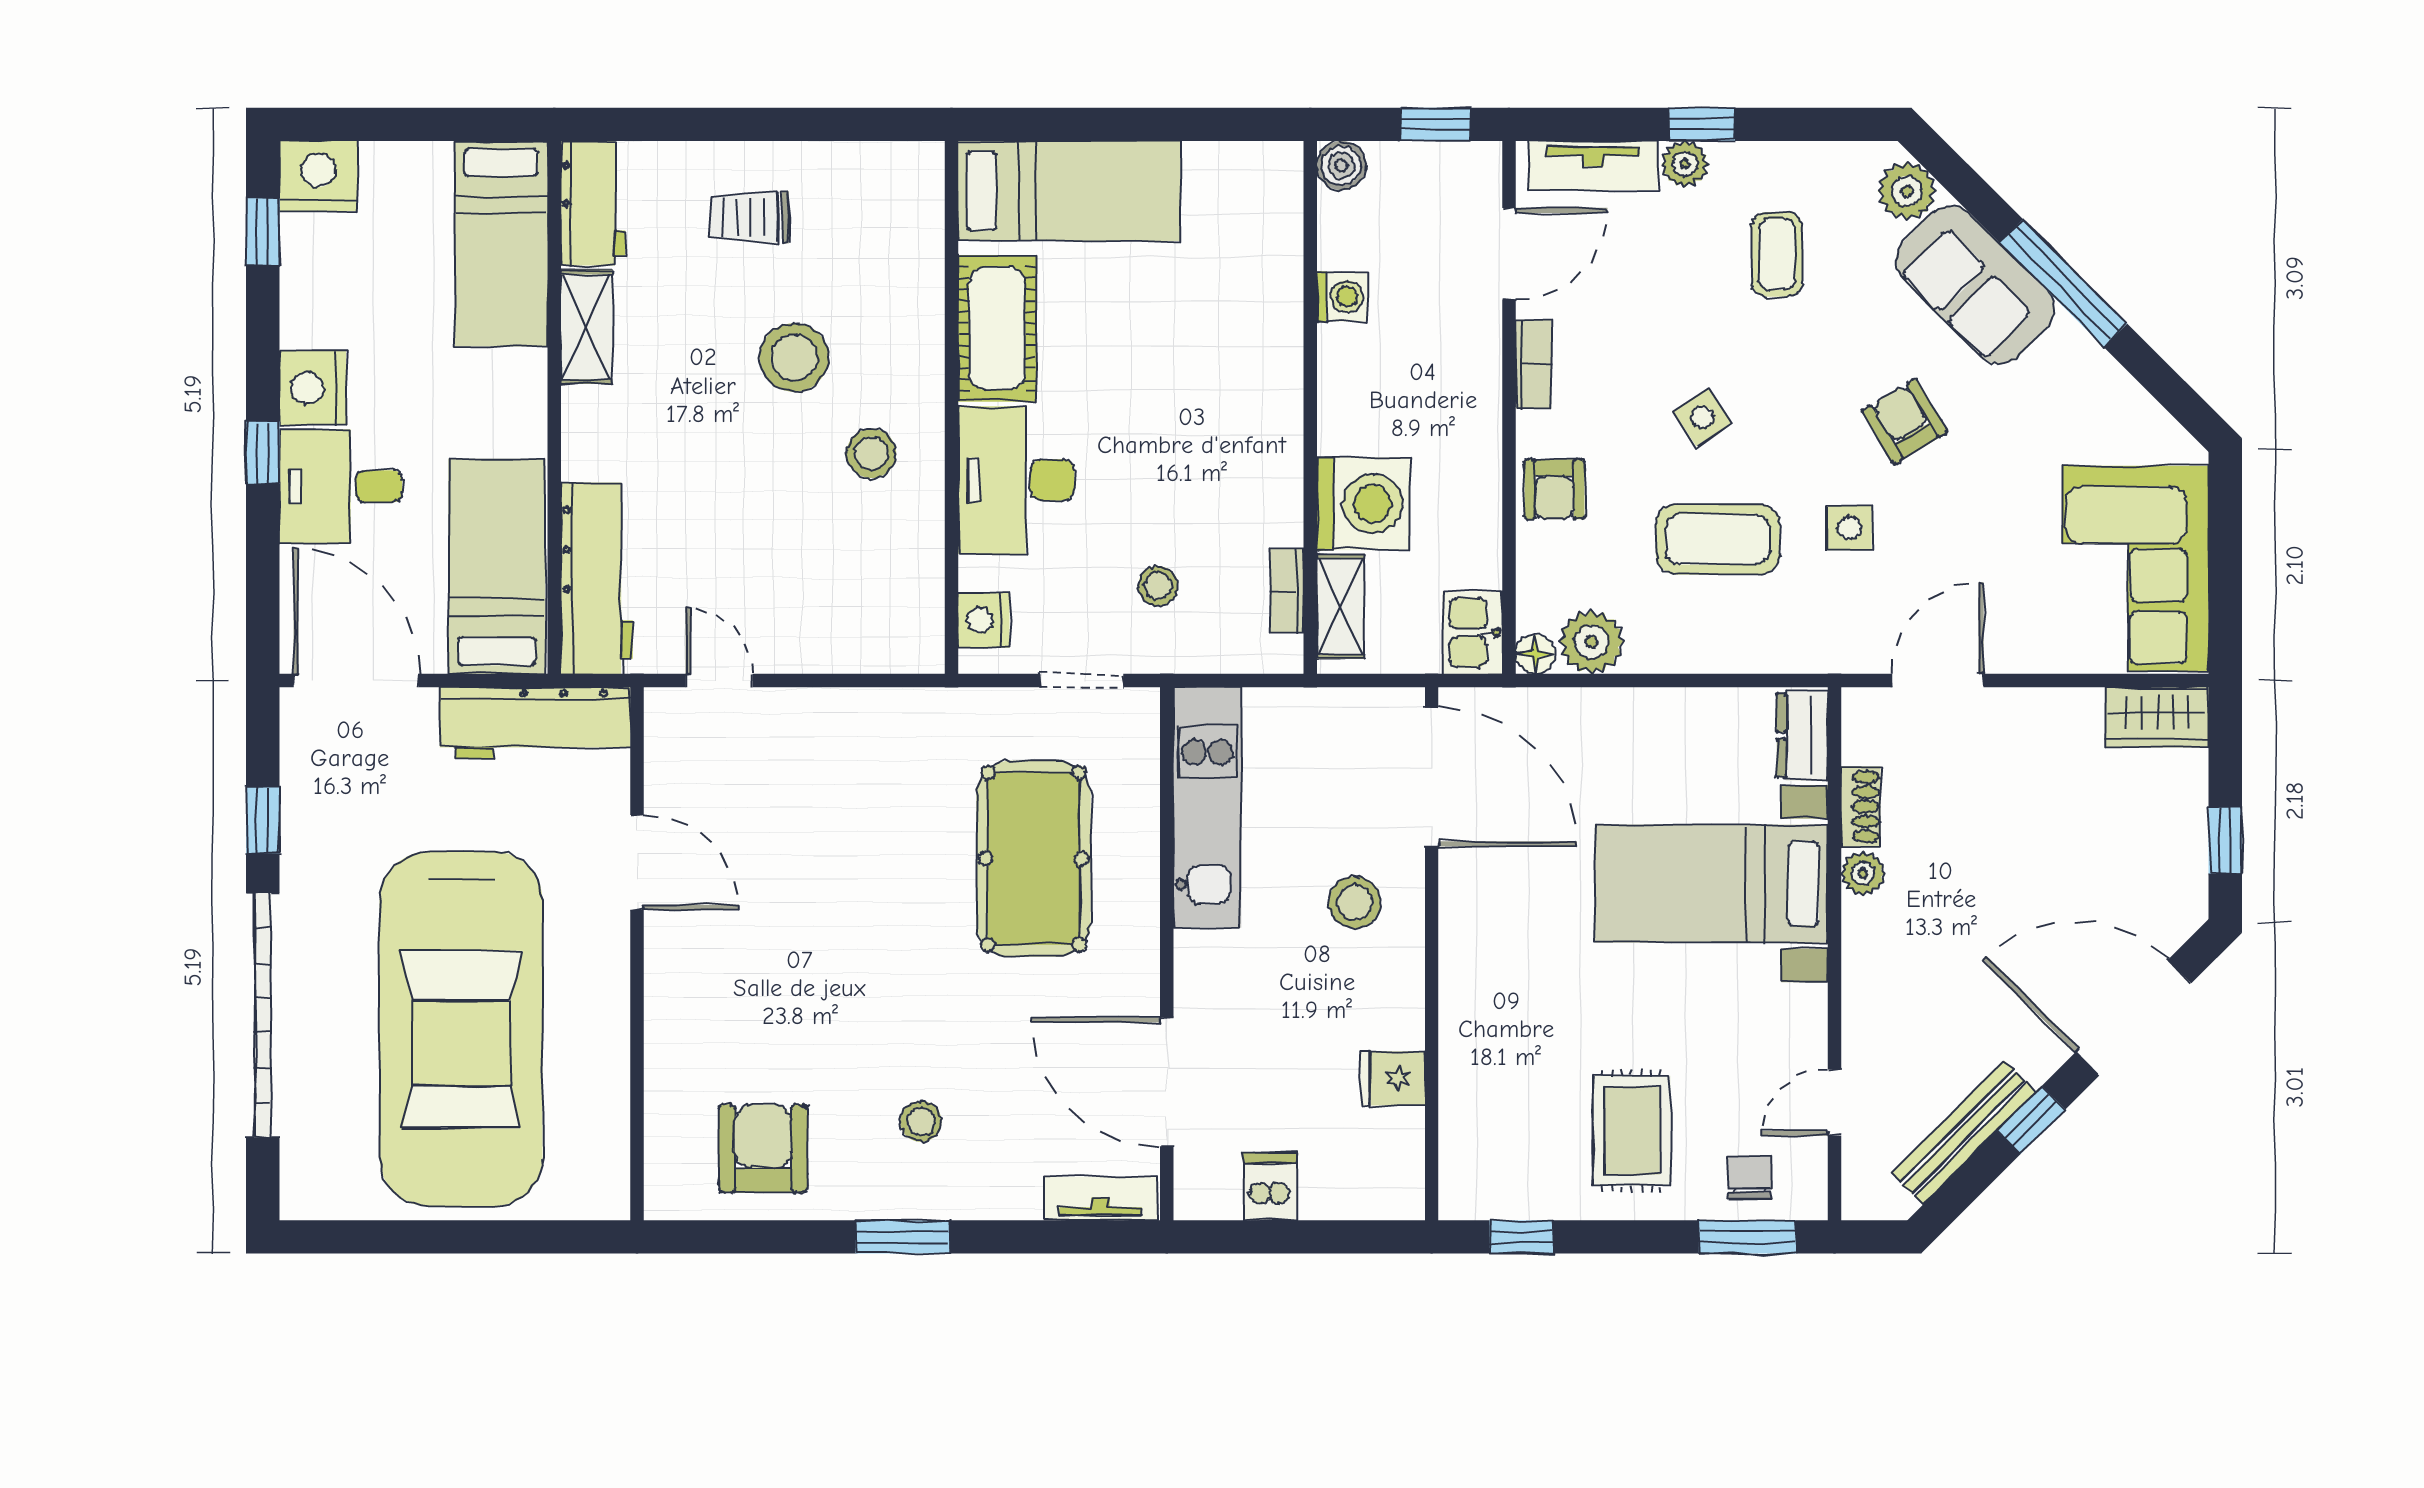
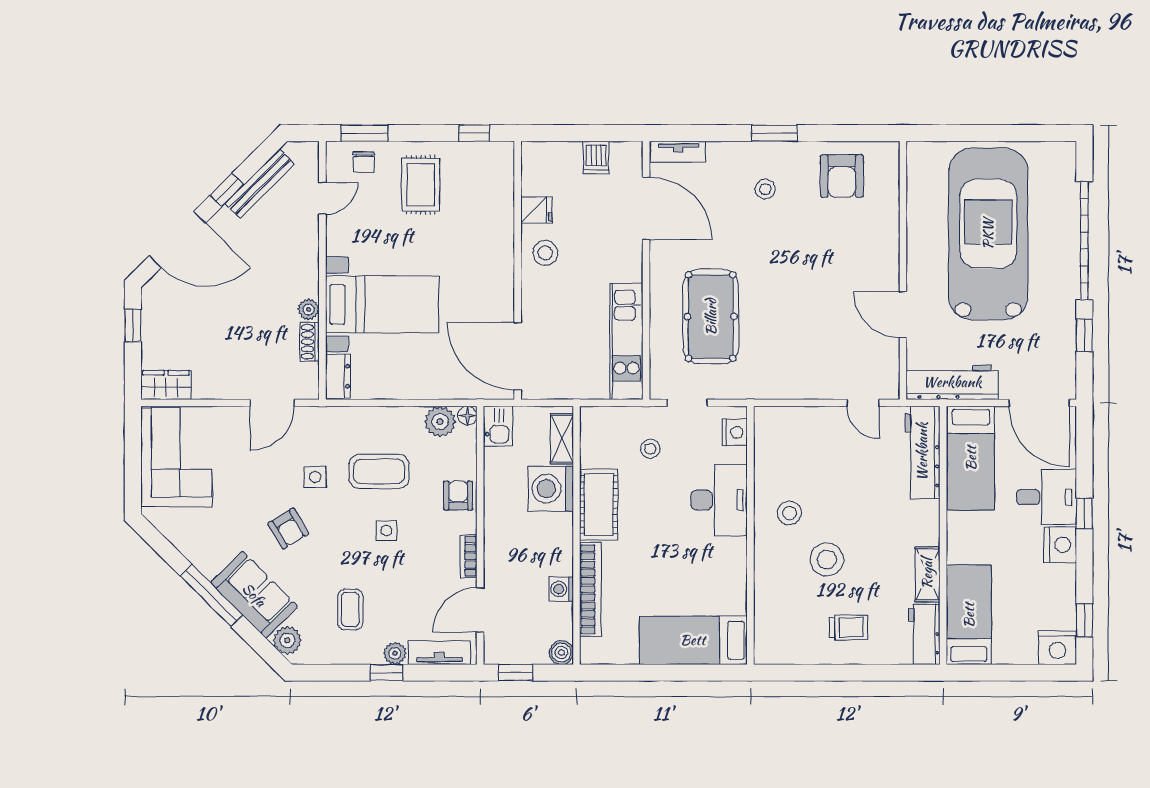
cot: (997, 328) -> (599, 505), moved
side table: (1702, 417) -> (386, 531), turned 33
bookcase: (1287, 591) -> (590, 589), moved, width x2.31, depth x1.31
stool: (1355, 902) -> (545, 253), moved

